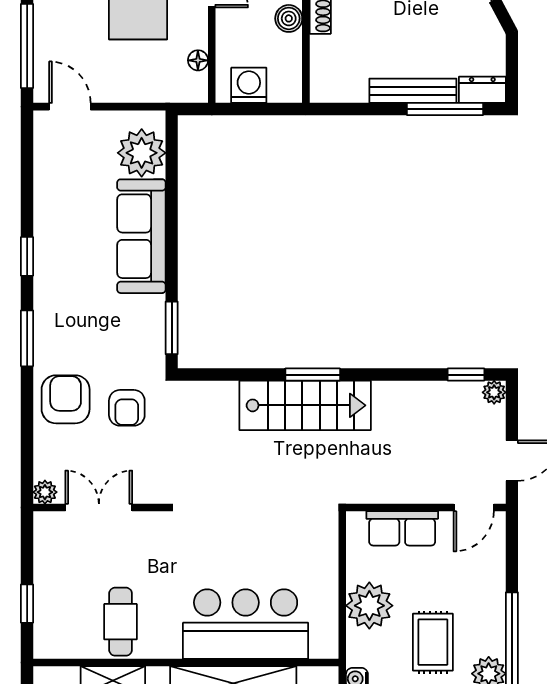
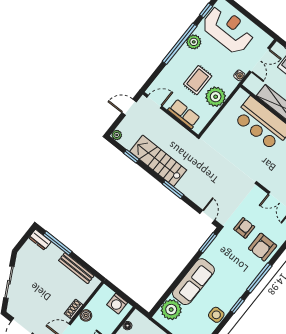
bench: (413, 91) -> (76, 268), moved
side table: (52, 209) -> (216, 315), added
window: (27, 338) -> (259, 278), width x1.44
door: (210, 375) -> (207, 217), added
window: (466, 375) -> (131, 156), moved
stairs: (305, 405) -> (158, 161), moved
rug: (433, 642) -> (198, 80), moved

